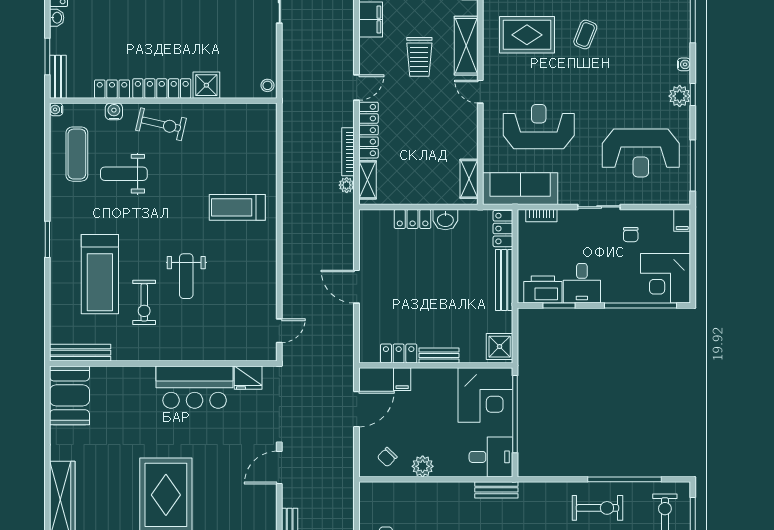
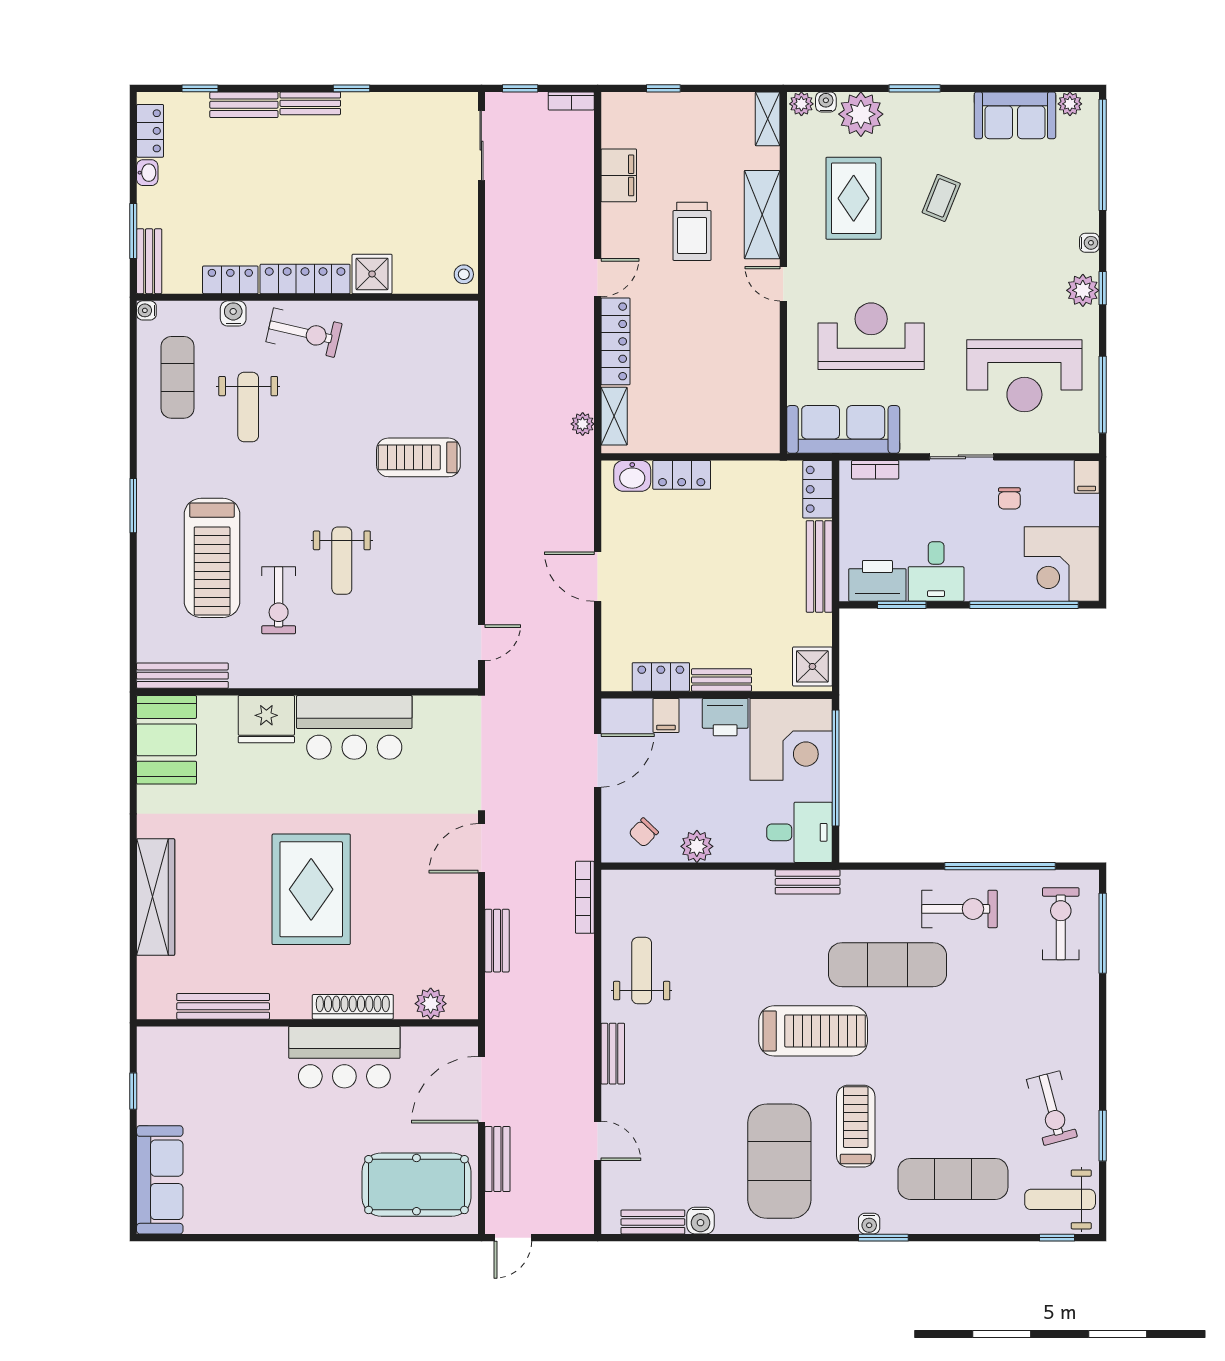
rug: (527, 35) -> (854, 198), turned 90
bookcase: (348, 152) -> (585, 897), moved
weight bench: (124, 174) -> (248, 407), turned -90
shelving: (469, 179) -> (767, 415), removed
washbasin: (445, 220) -> (632, 476), moved
fridge: (248, 378) -> (266, 719), moved, width x1.36, depth x1.34
printer: (441, 380) -> (725, 717), added

